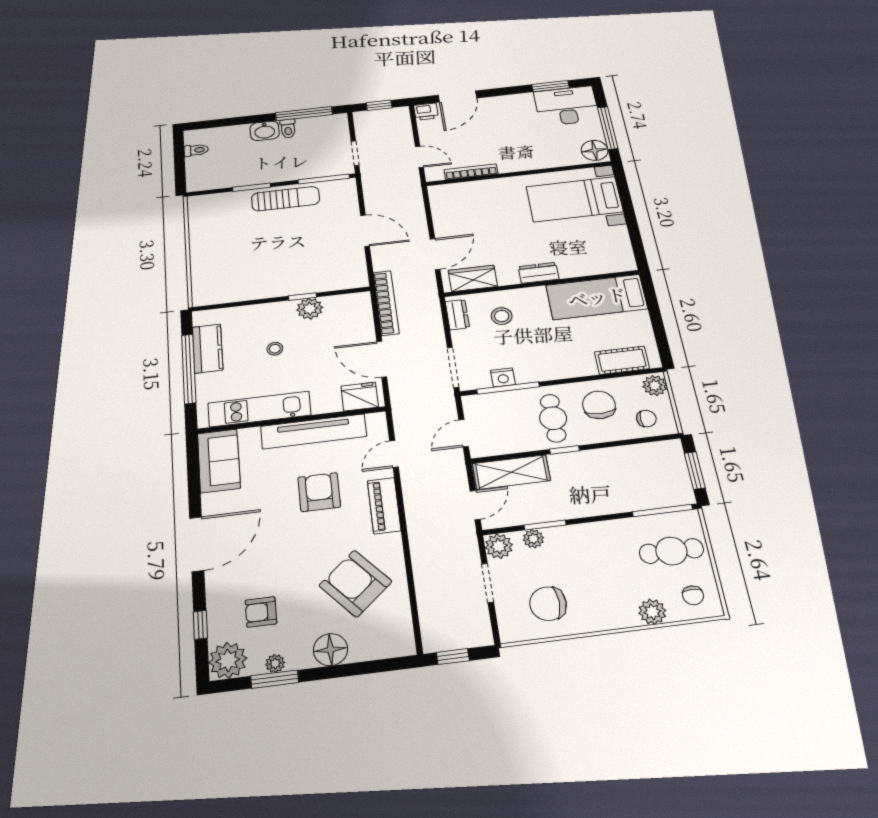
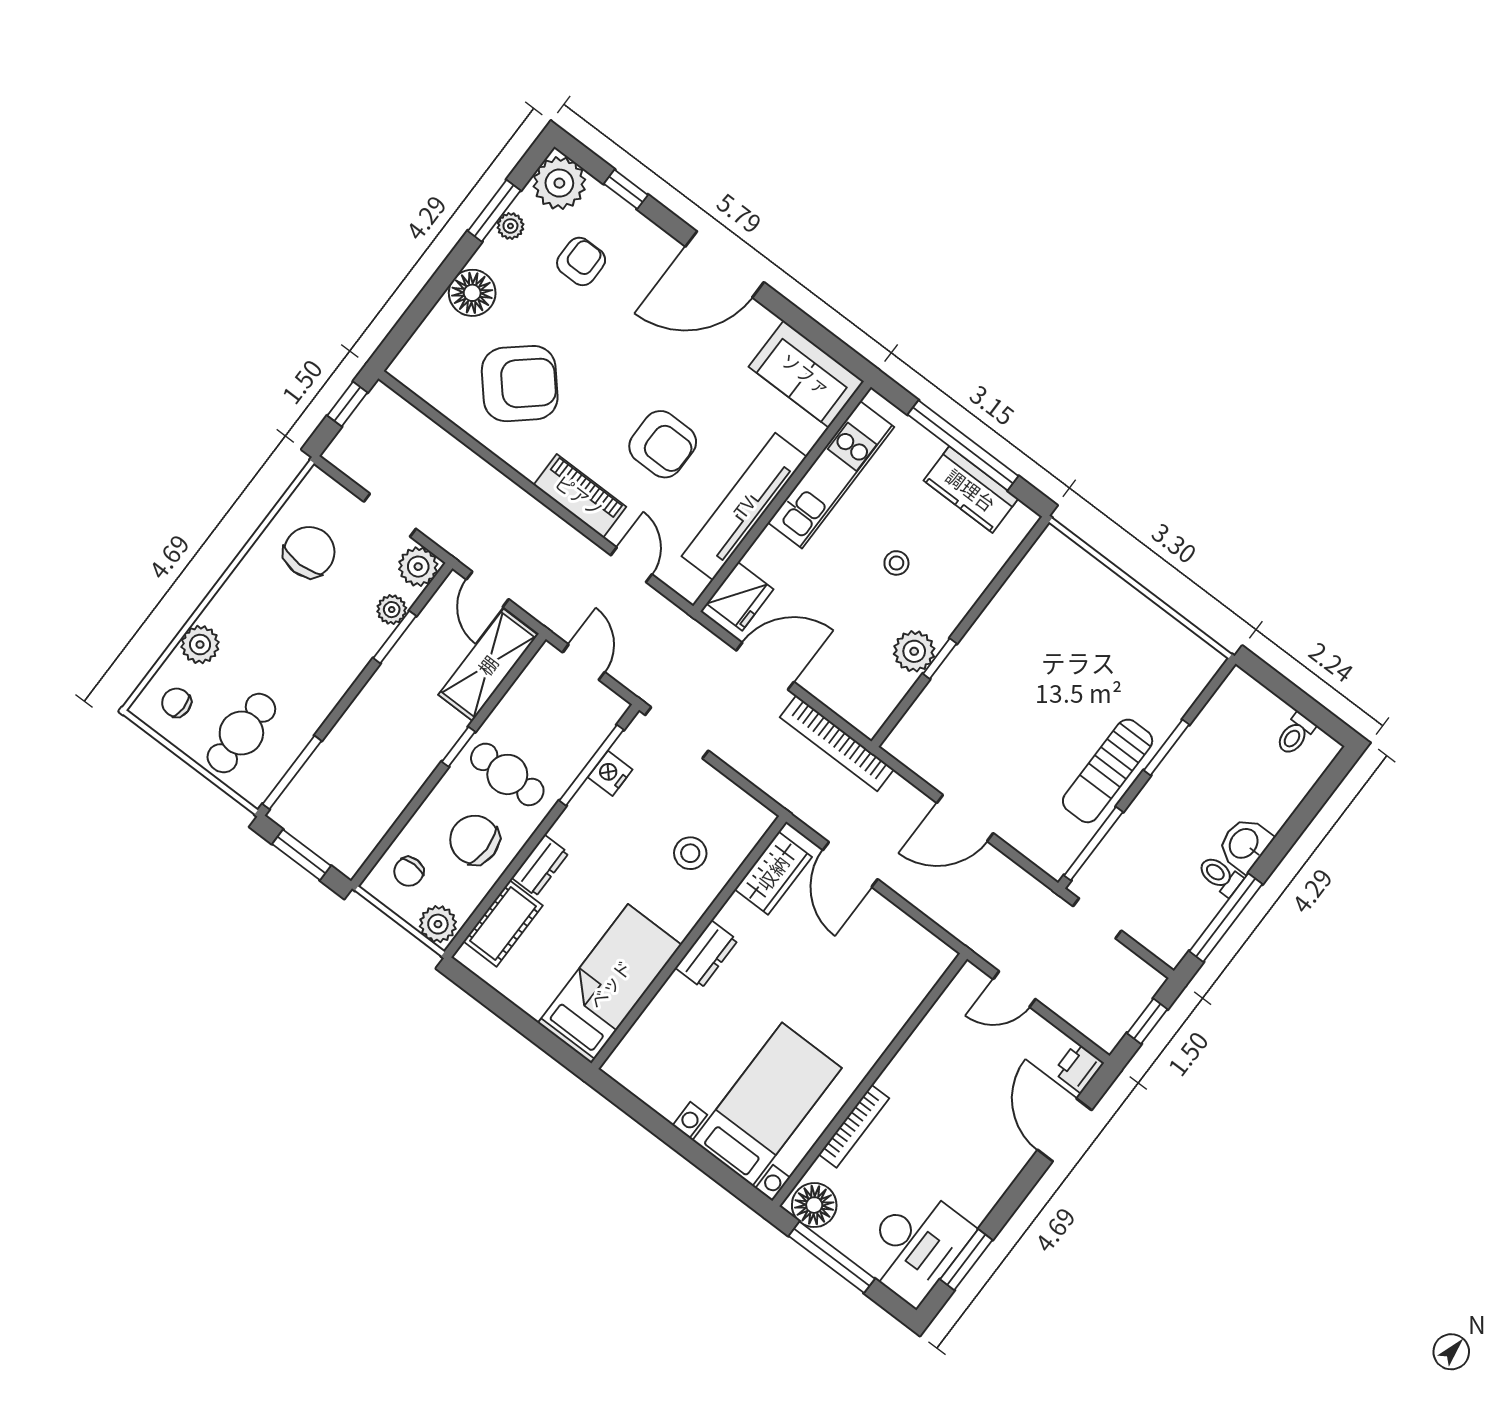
bookcase: (471, 172) -> (854, 1126), moved
dresser: (457, 315) -> (540, 865), moved, turned -90
chair: (599, 405) -> (475, 840), turned 180
door: (197, 544) -> (725, 264), hinge flipped

